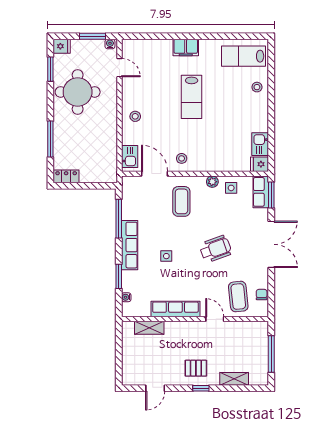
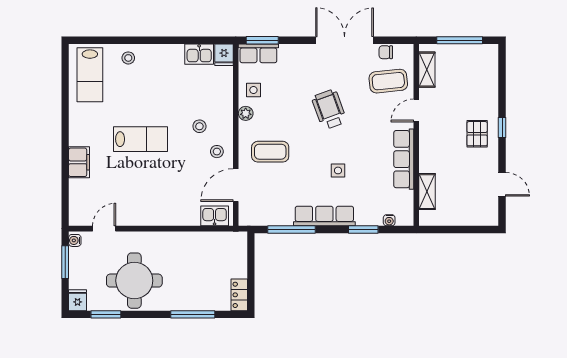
filing cabinet: (186, 47) -> (79, 162), moved
stool: (135, 116) -> (199, 126), moved
double door: (271, 244) -> (345, 40), moved
shelving: (234, 379) -> (427, 70), moved

